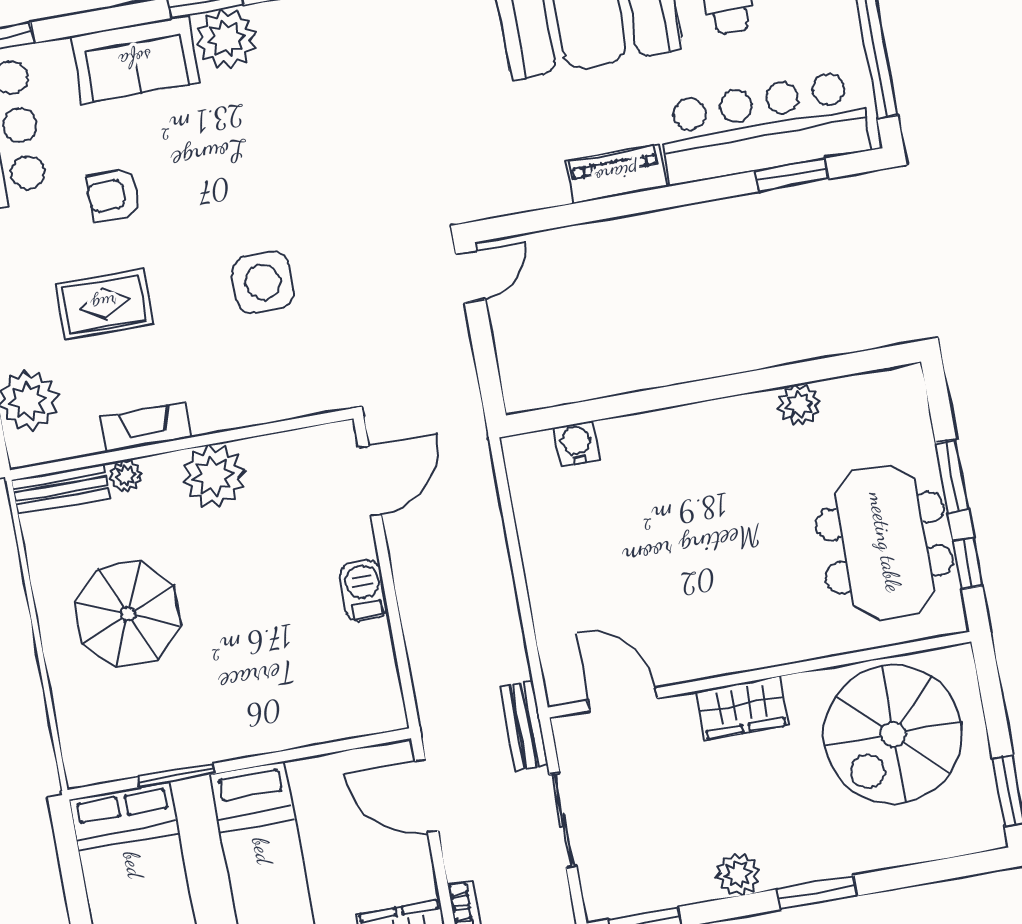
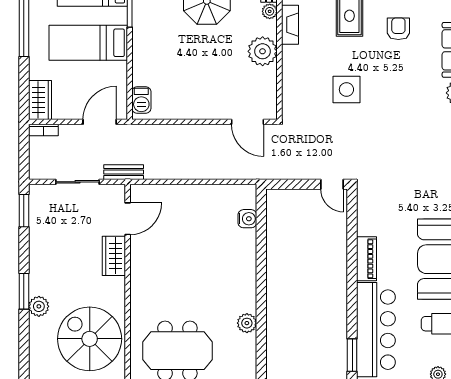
window: (792, 175) -> (352, 355), moved
barbecue: (364, 591) -> (141, 100), moved, turned 90
wardrobe: (742, 708) -> (114, 256), moved
plant: (738, 874) -> (39, 306), moved

